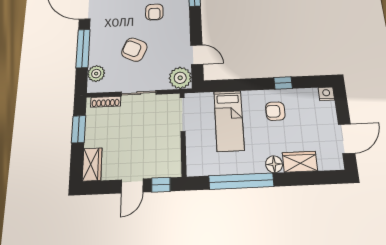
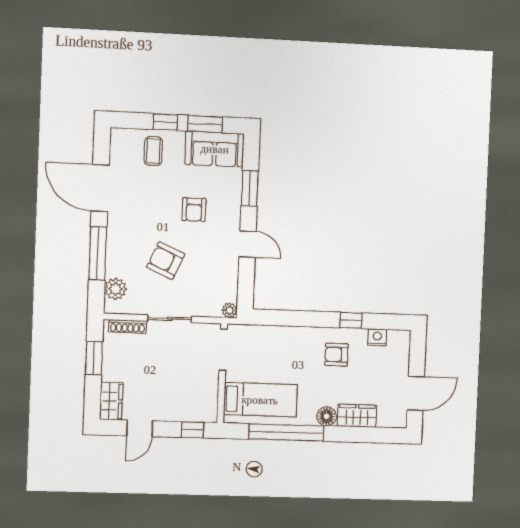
door: (197, 55) -> (247, 244), moved
plant: (180, 78) -> (229, 310), width x0.53, depth x0.53
nightstand: (326, 94) -> (377, 337), moved
bed: (229, 121) -> (260, 400), moved, turned -90
door: (132, 186) -> (140, 428), moved

